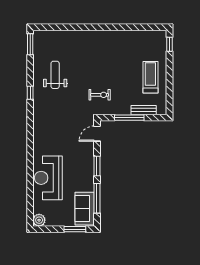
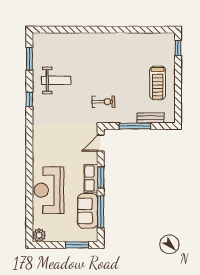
window: (30, 44) -> (29, 59), moved
weight bench: (55, 75) -> (56, 80), turned 90
treadmill: (150, 77) -> (158, 83), turned 180
row of seats: (88, 167) -> (91, 178), added
sofa: (85, 209) -> (88, 211), moved

